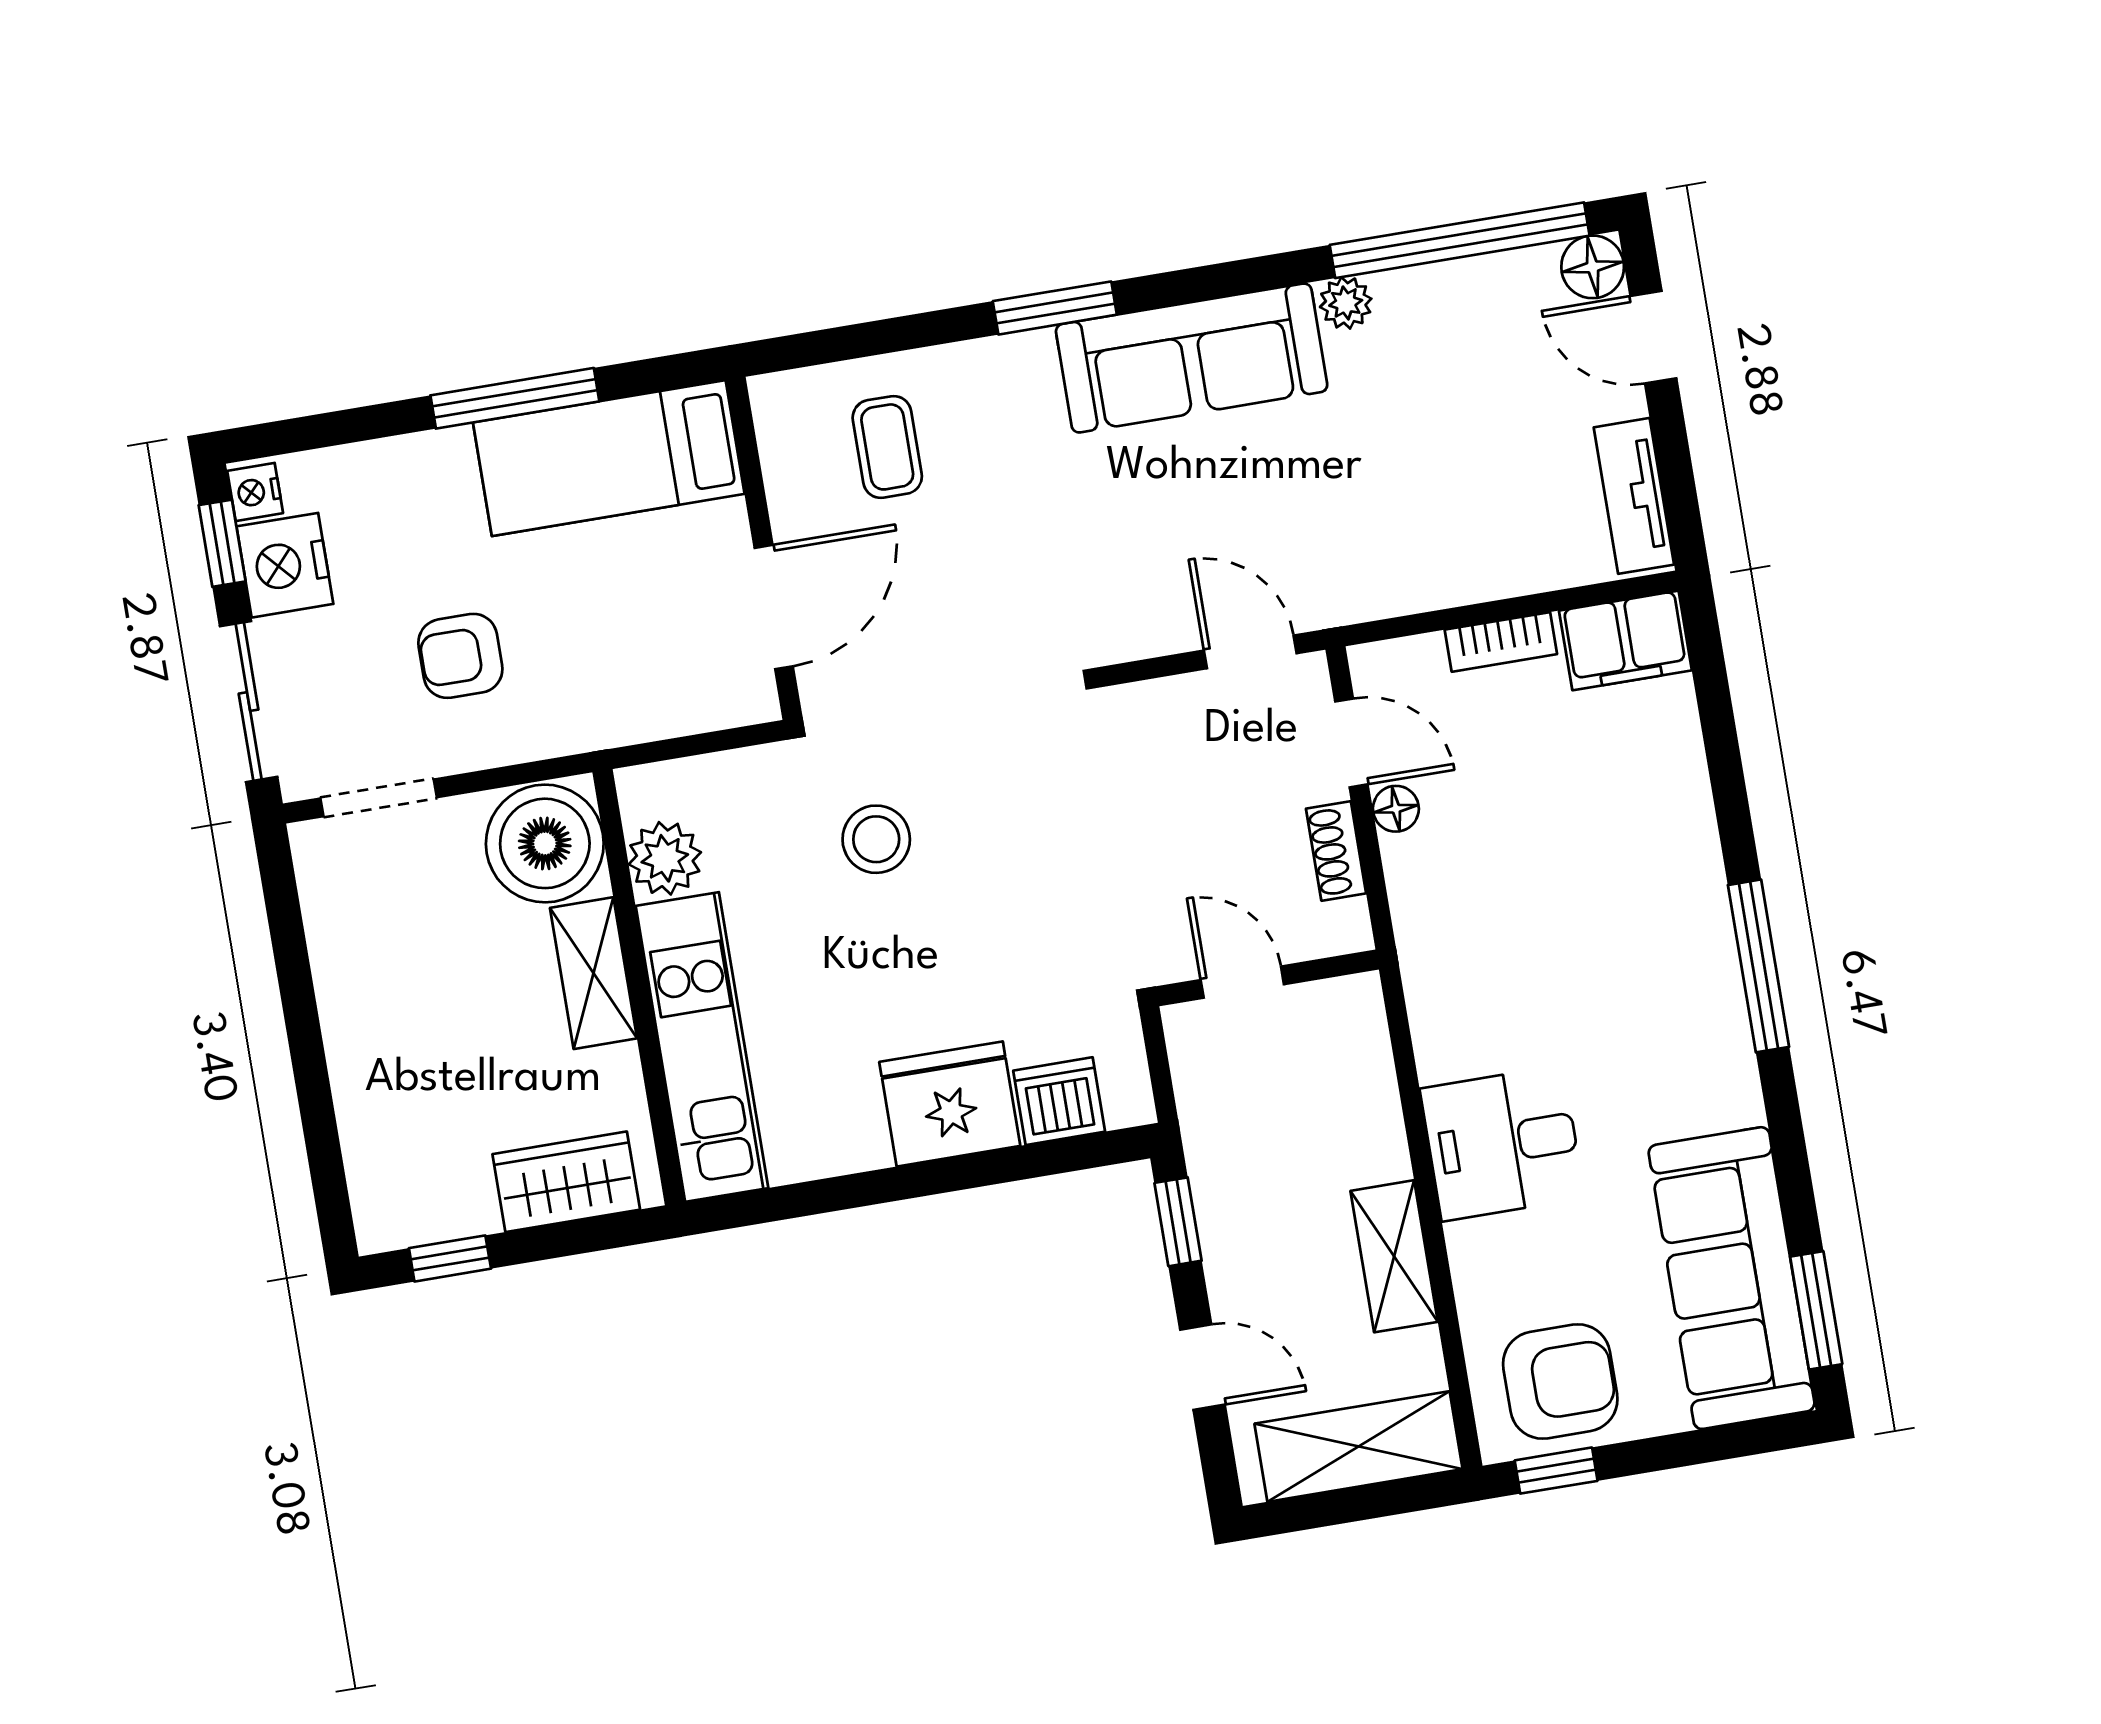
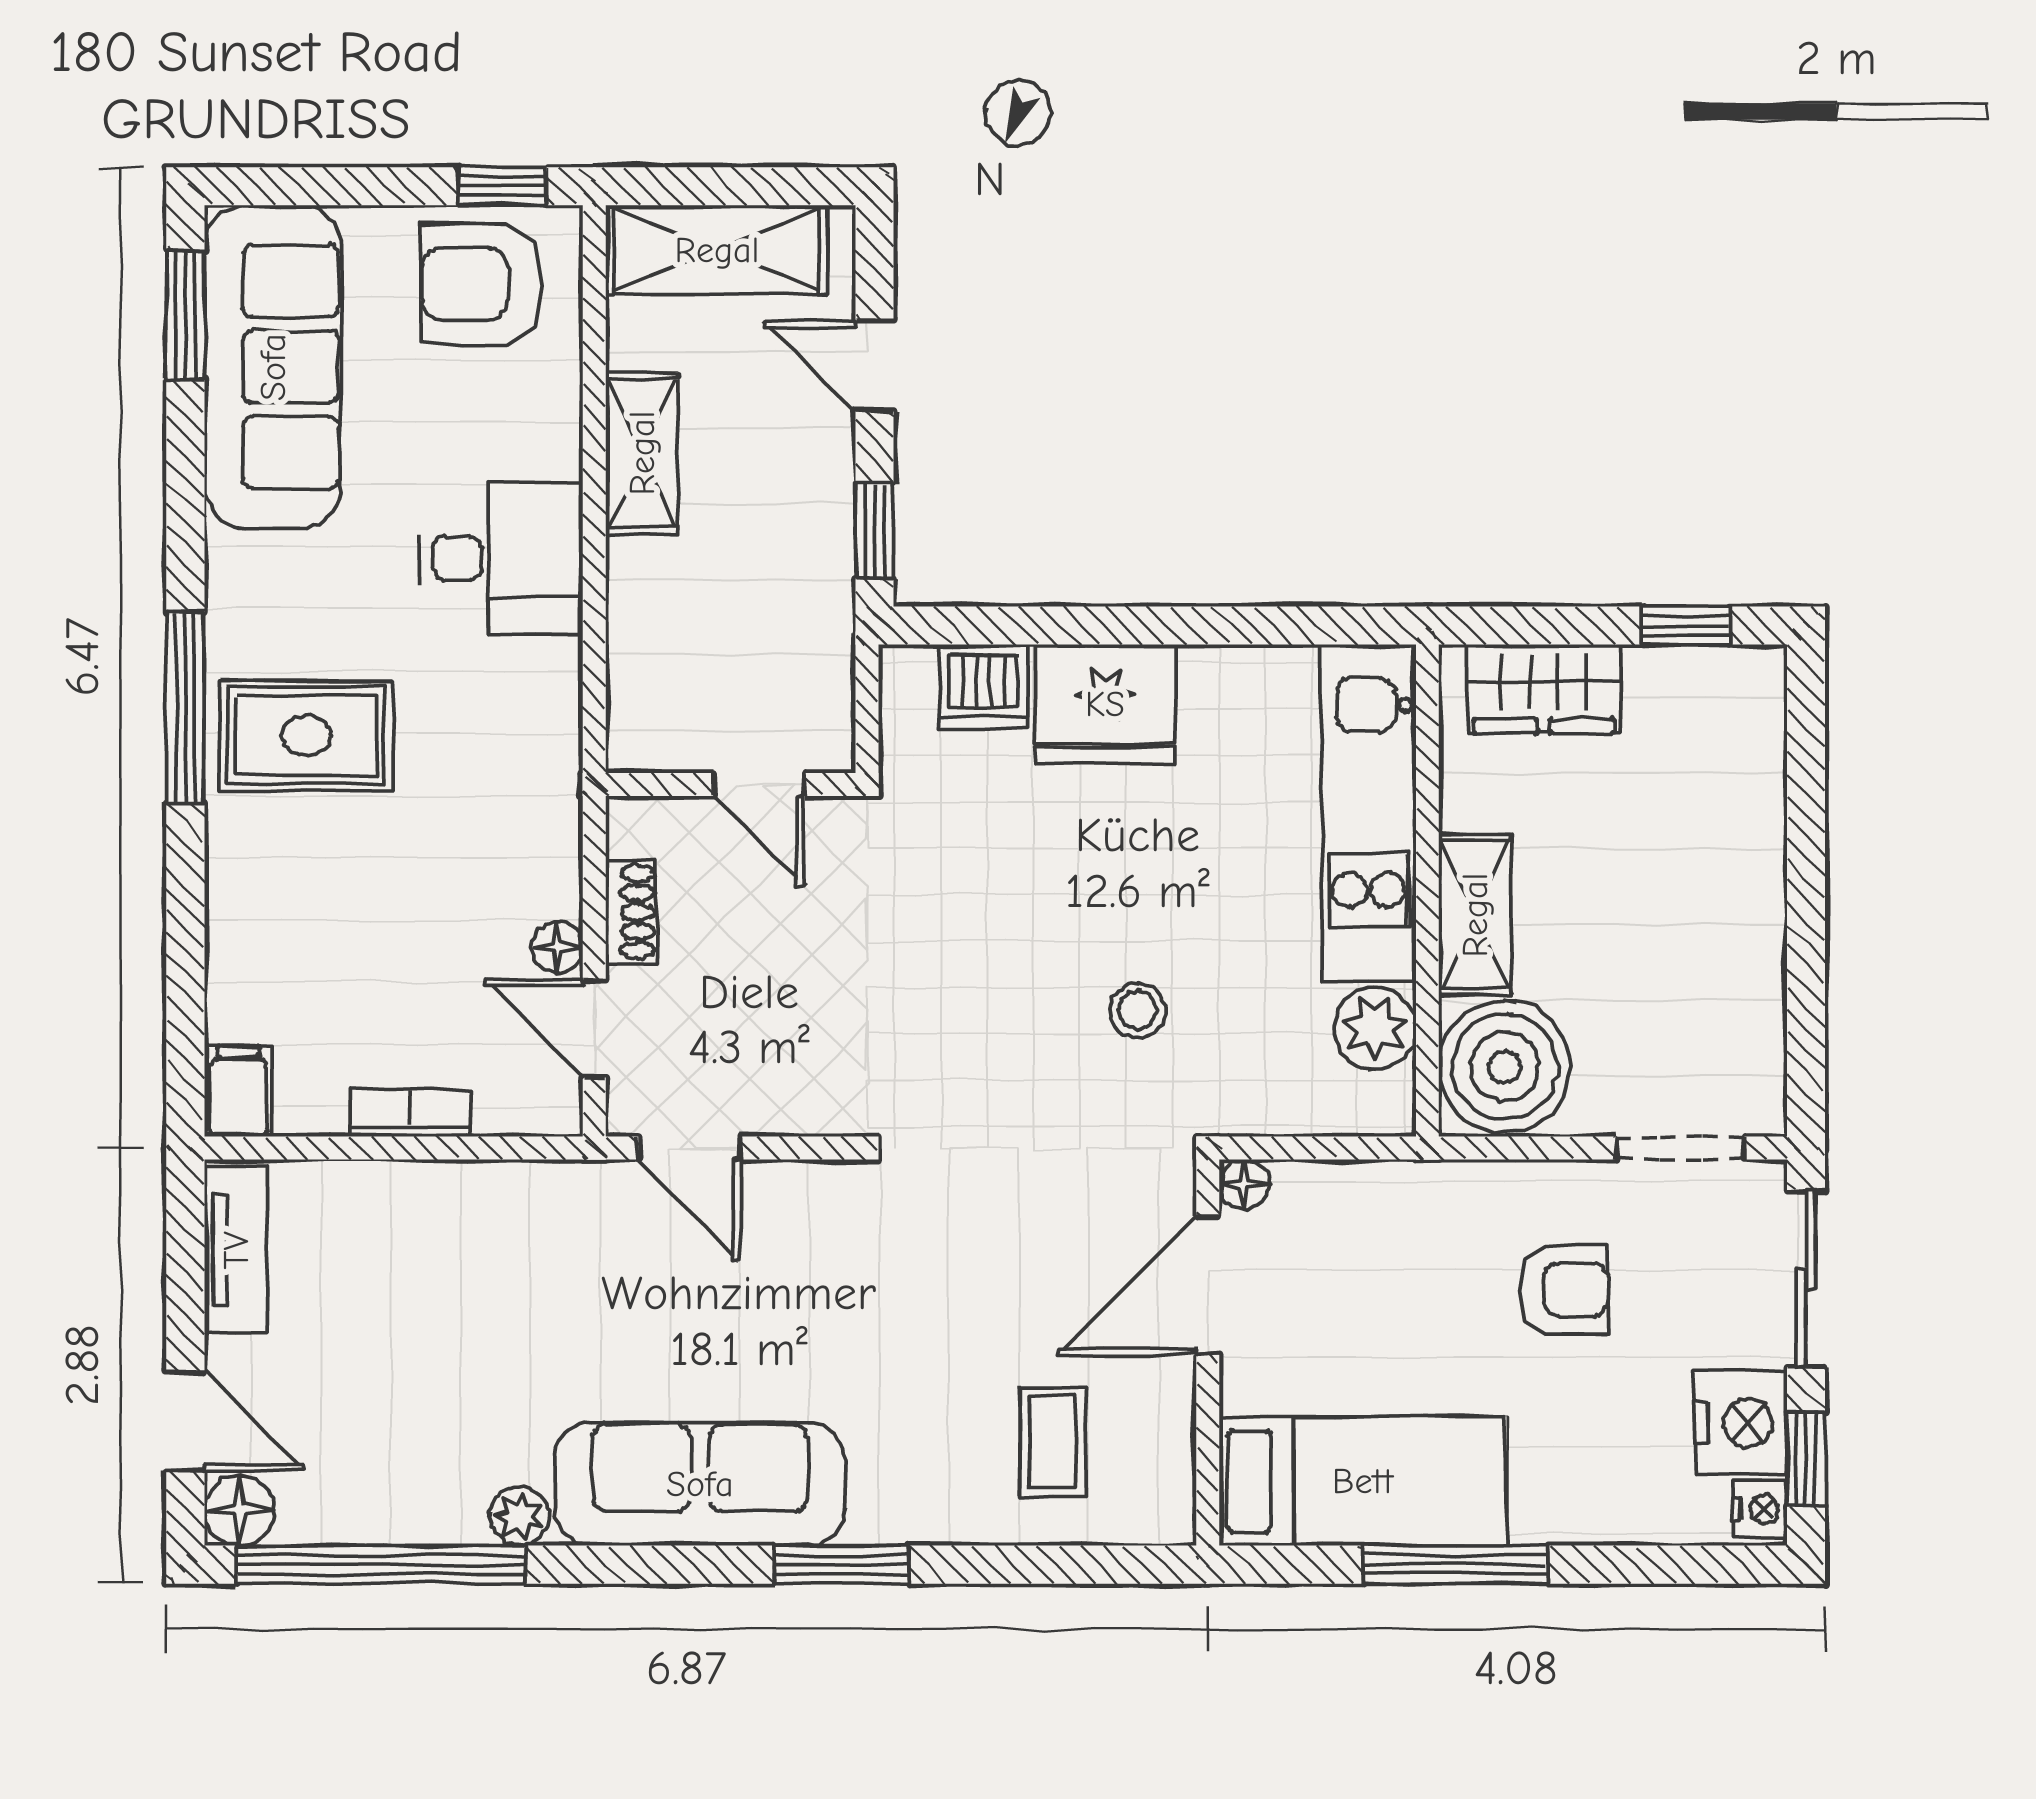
filing cabinet: (1625, 640) -> (238, 1091), width x0.50
floor lamp: (757, 702) -> (1244, 1184), added
stool: (876, 839) -> (1137, 1010), width x0.73, depth x0.73
rug: (1648, 958) -> (306, 736), added

